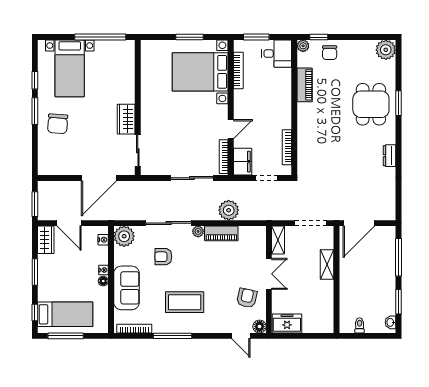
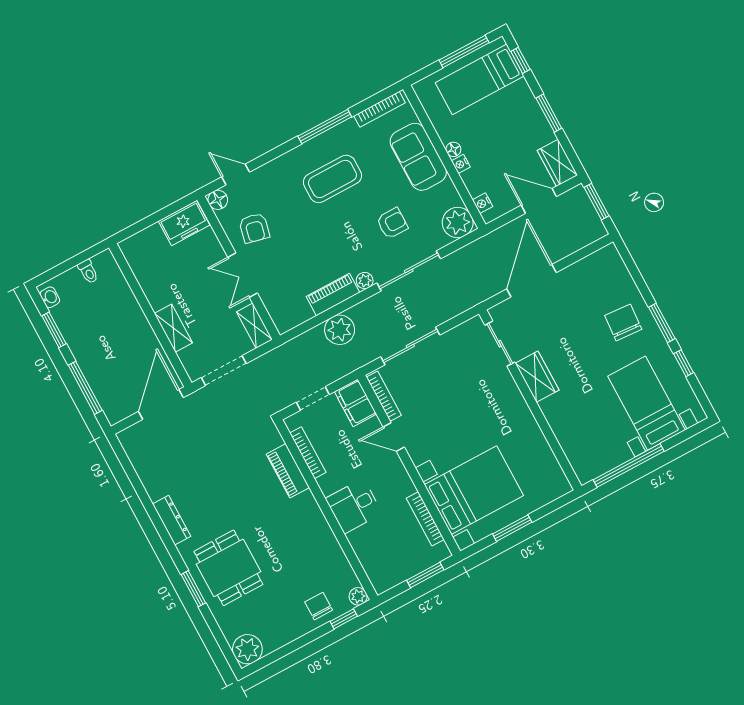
desk: (277, 54) -> (354, 506), moved
piano: (305, 85) -> (288, 471), moved
door: (231, 129) -> (394, 437), hinge flipped
dresser: (390, 156) -> (172, 520), width x1.44

